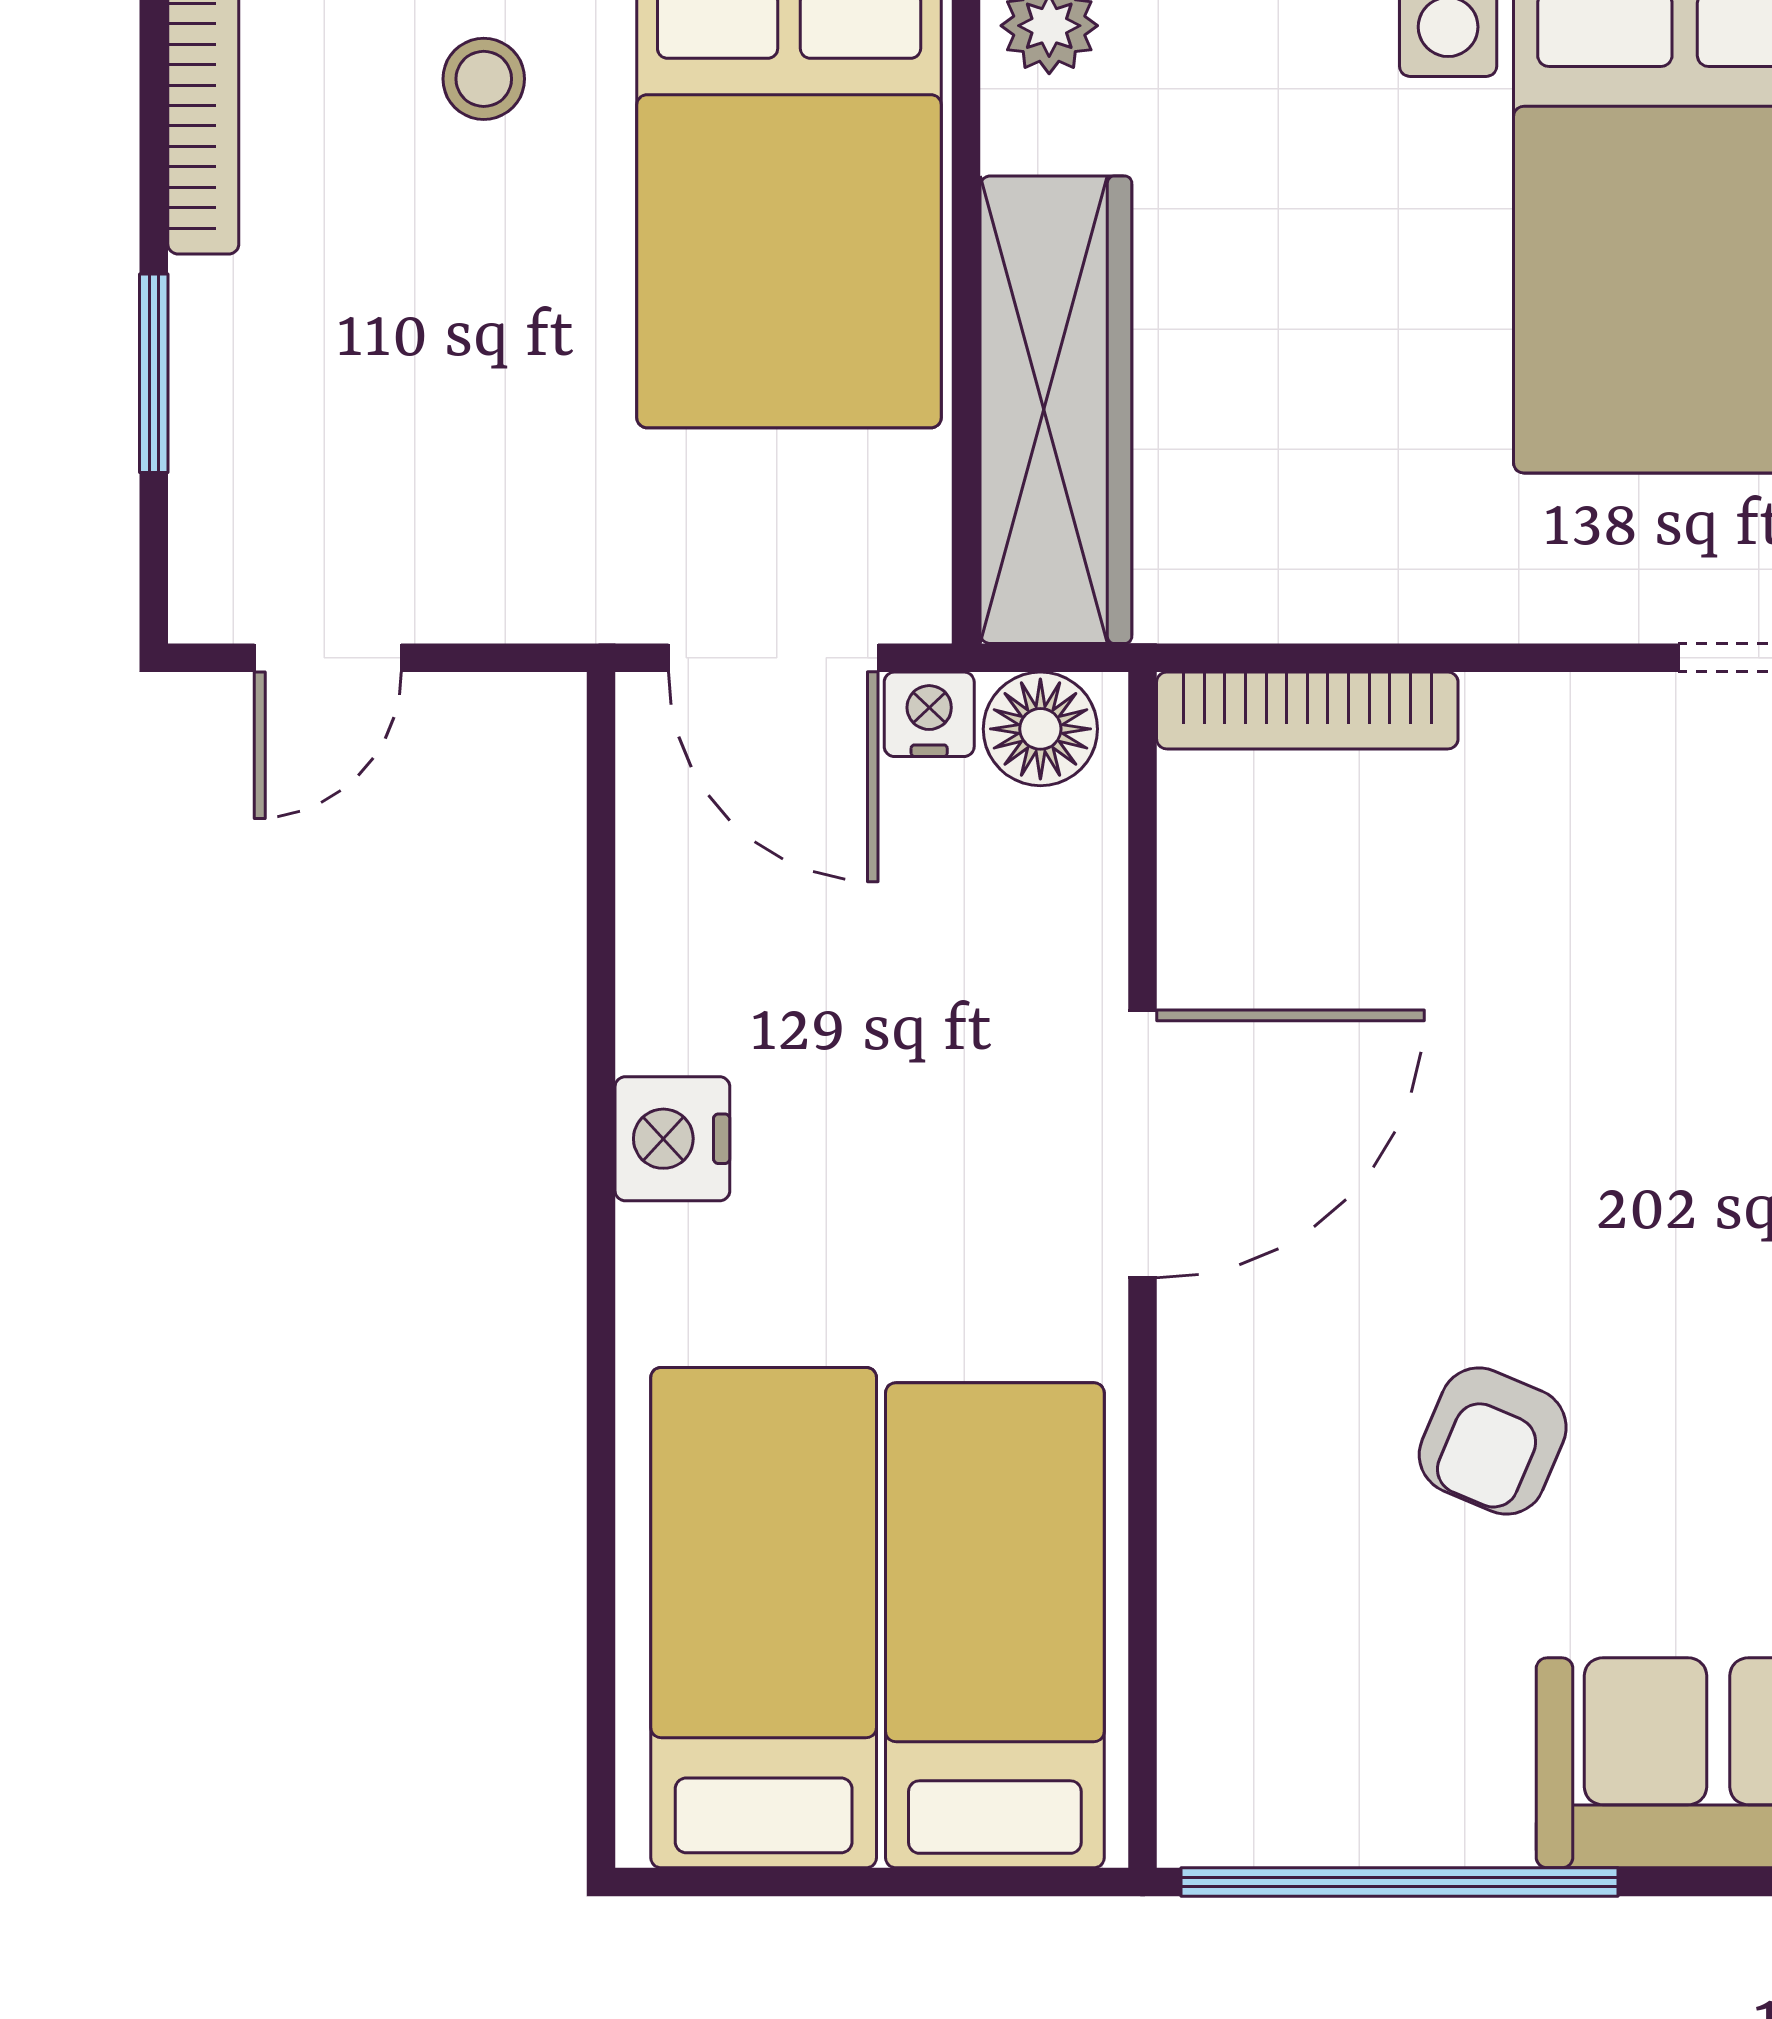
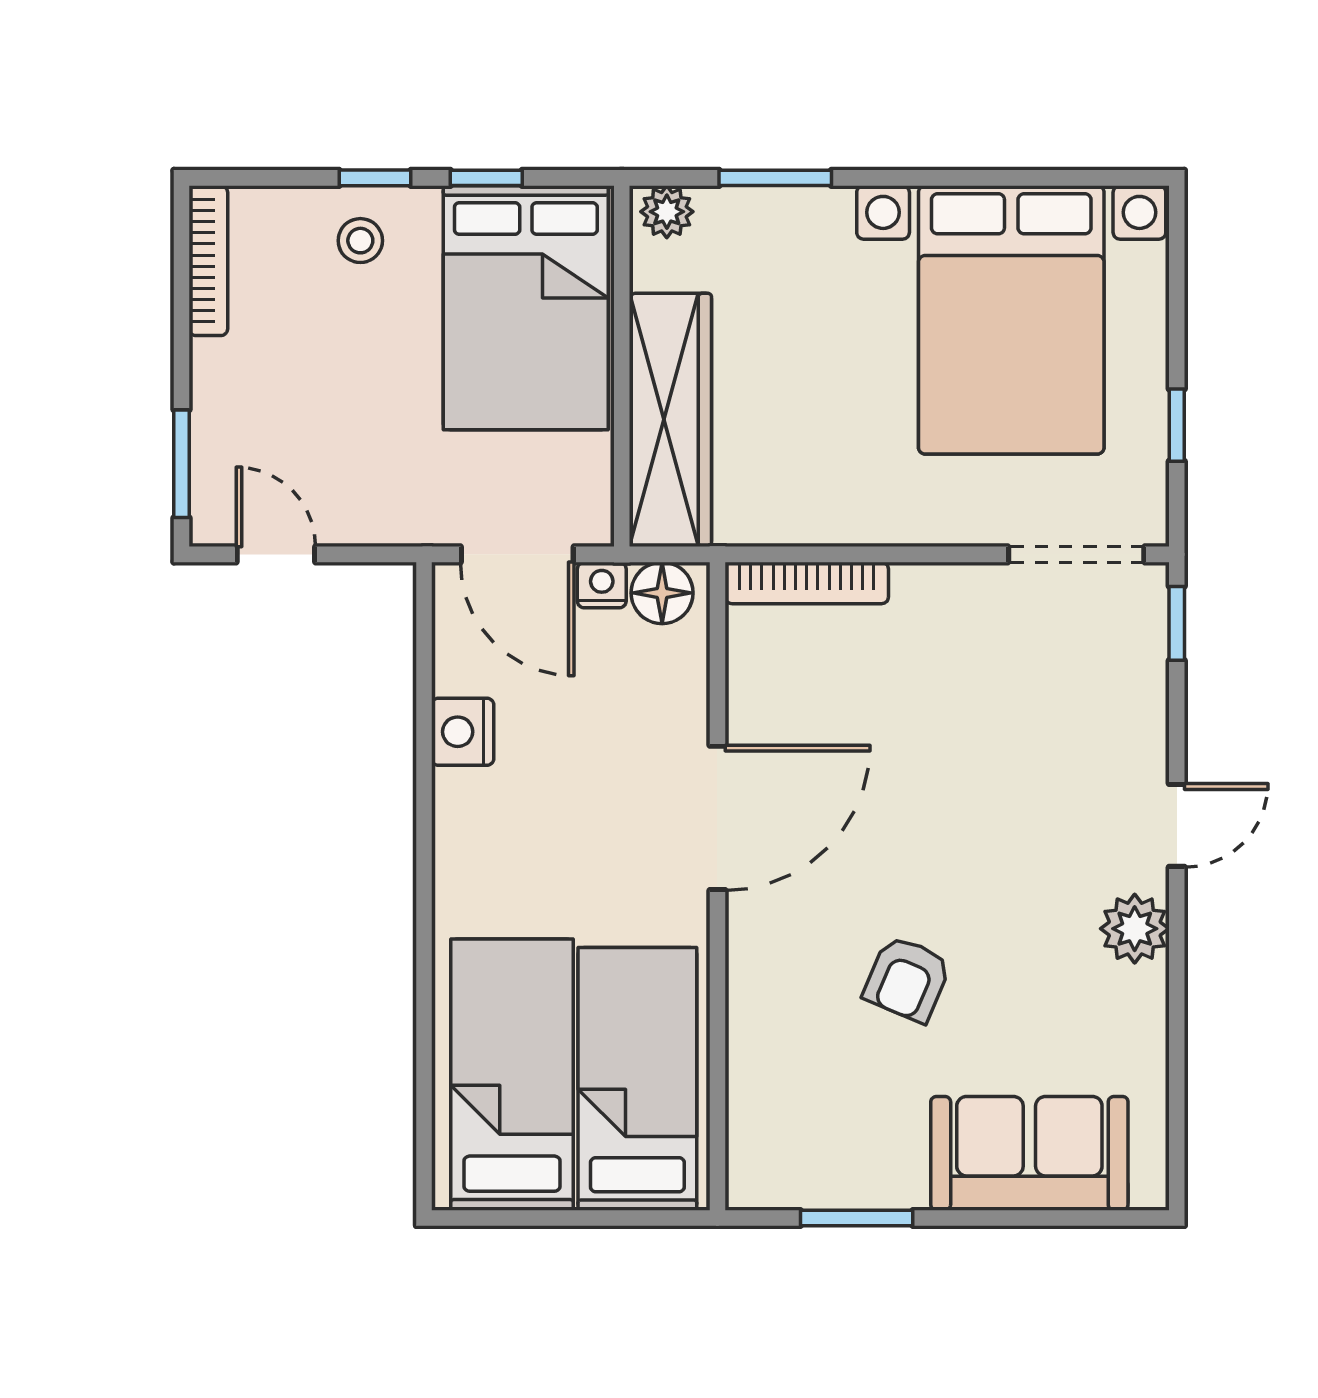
window: (154, 373) -> (181, 464), moved
door: (328, 658) -> (276, 554), swing flipped
nightstand: (672, 1139) -> (463, 732), moved
window: (1399, 1882) -> (857, 1218), width x0.47

